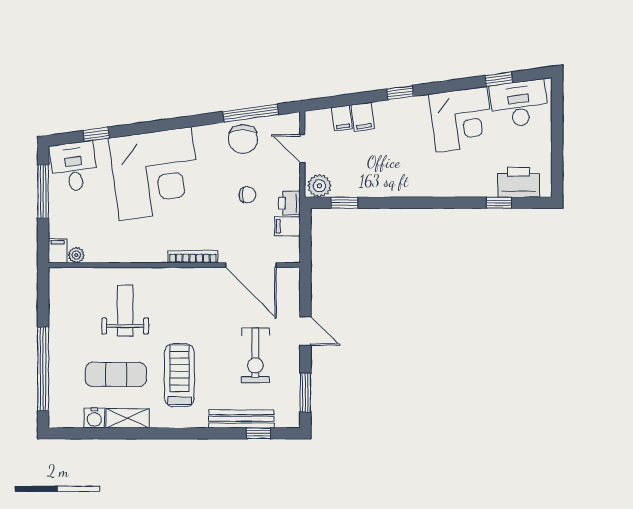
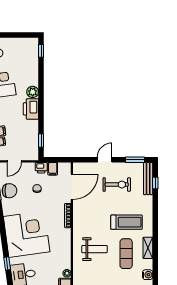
printer: (519, 182) -> (31, 109), moved
plant: (319, 186) -> (33, 92), moved
window: (499, 203) -> (41, 51), moved
weight bench: (125, 311) -> (94, 249), turned 180
treadmill: (179, 375) -> (126, 222), turned 180
water cooler: (94, 418) -> (148, 275), moved
bench: (241, 419) -> (148, 179), moved

